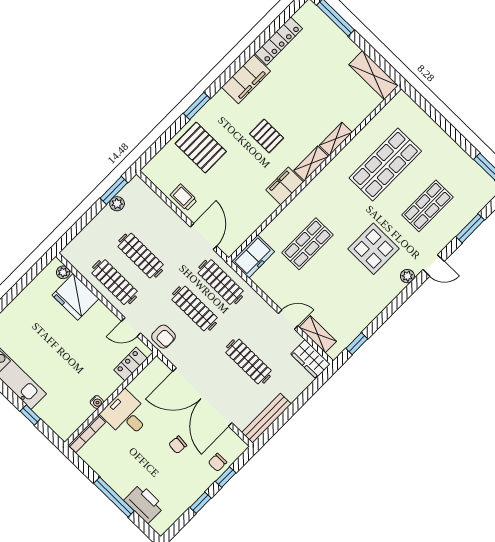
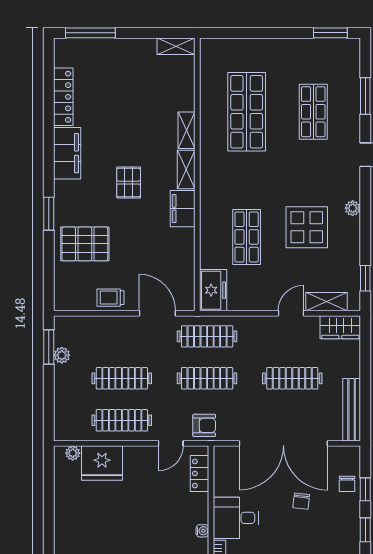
shelving: (374, 75) -> (176, 46), width x0.67, depth x0.75
pallet: (267, 136) -> (129, 183), turned 90
display table: (373, 249) -> (307, 227), moved
plant: (407, 276) -> (353, 208), moved

